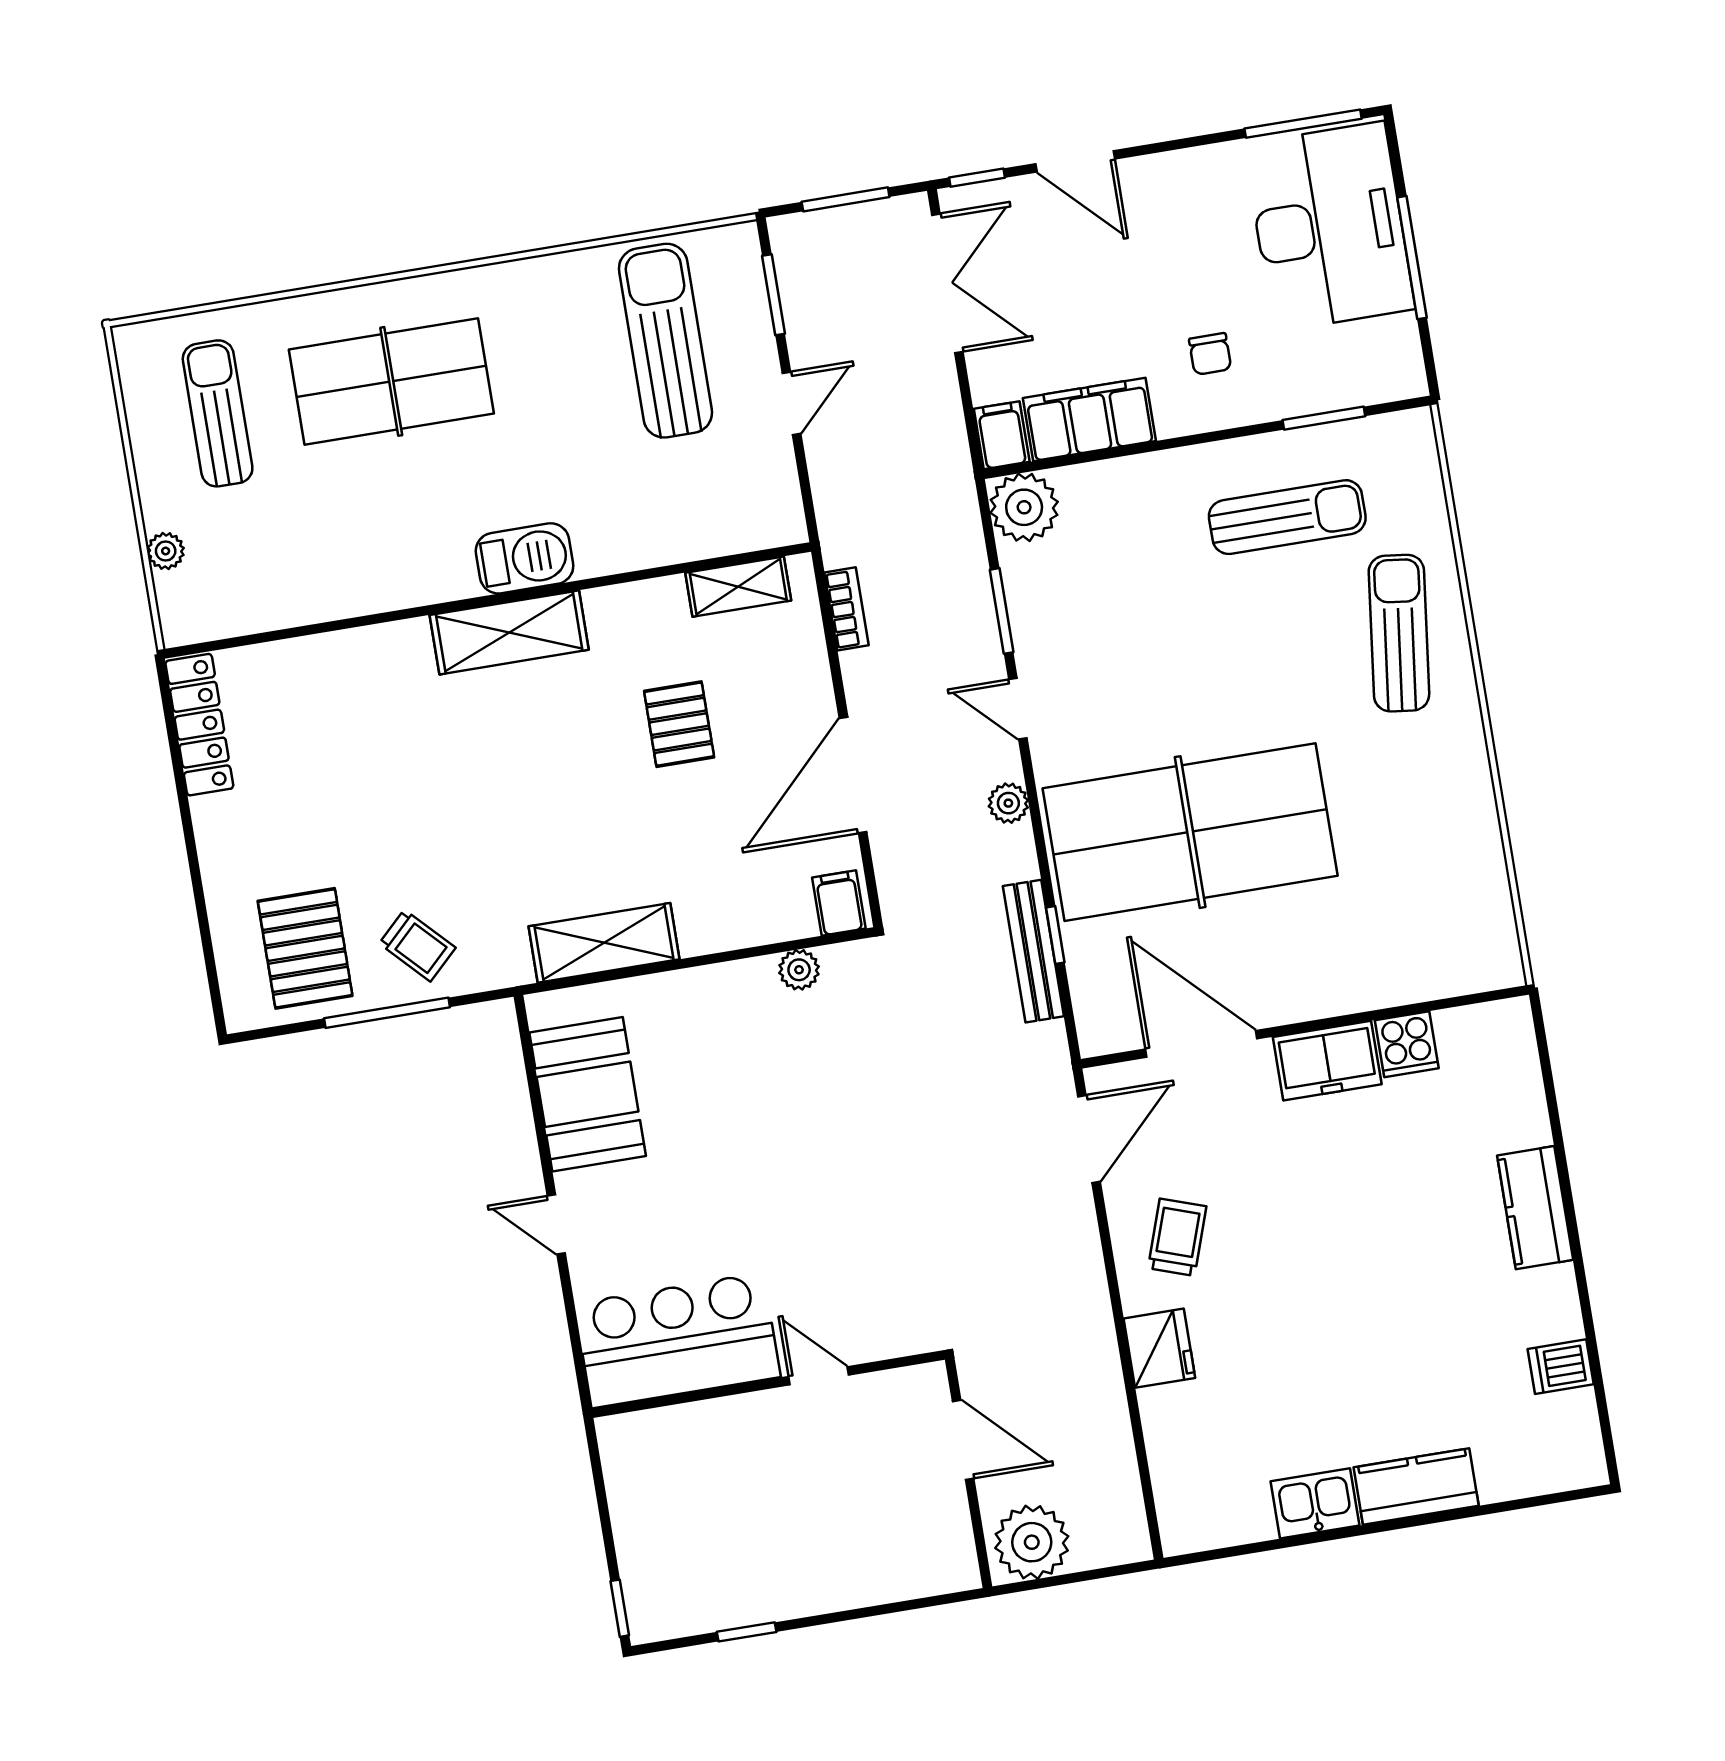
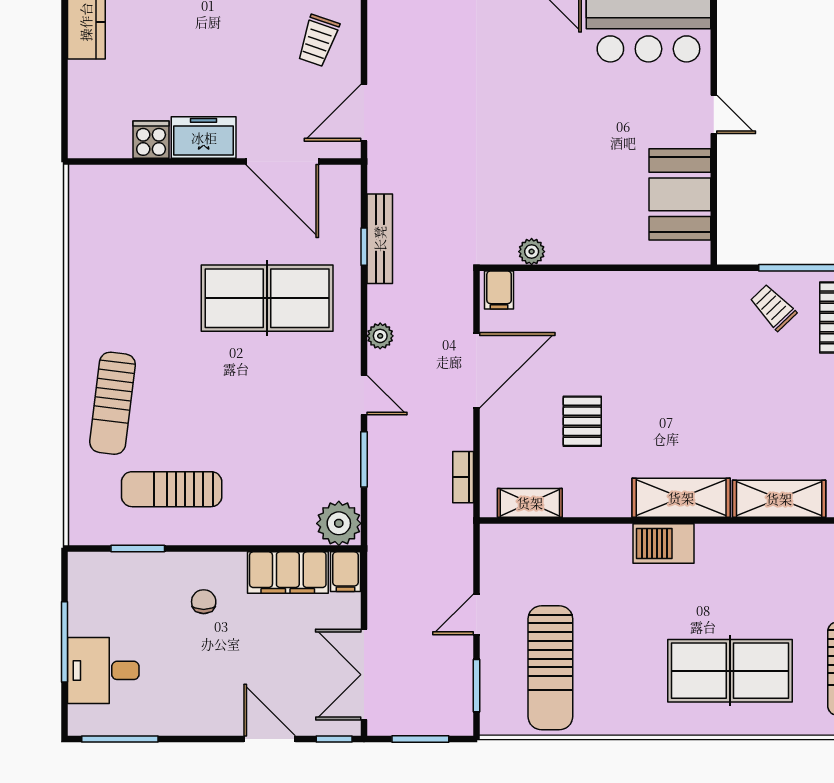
desk: (1329, 227) -> (103, 670), width x0.53, depth x0.77
table tennis table: (1190, 832) -> (267, 298), width x0.73, depth x0.76
shelving: (604, 943) -> (779, 499), moved

